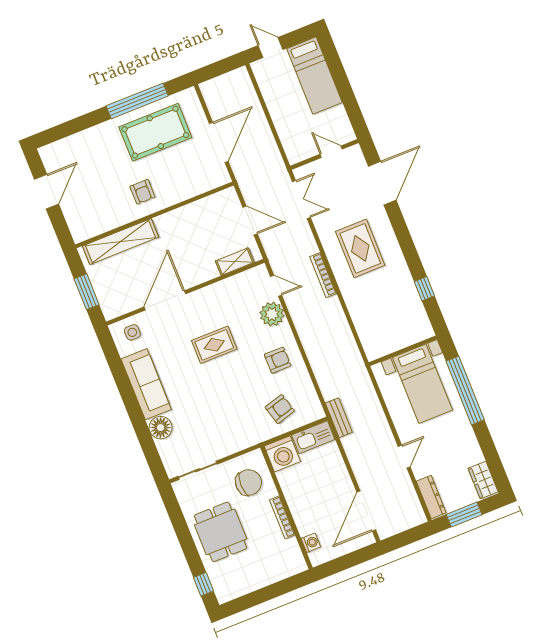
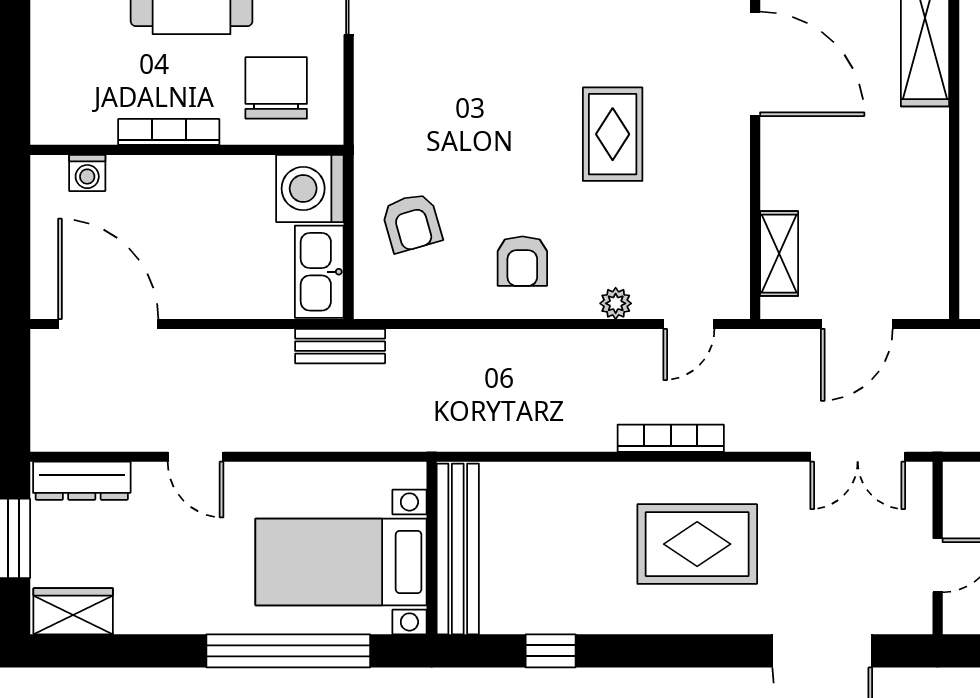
plant: (272, 314) -> (616, 303), width x0.53, depth x0.53
bench: (399, 340) -> (458, 549), added
chair: (249, 483) -> (276, 88), turned 180

